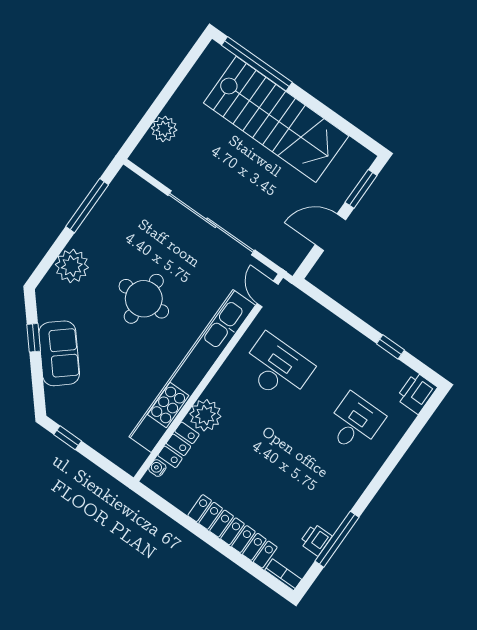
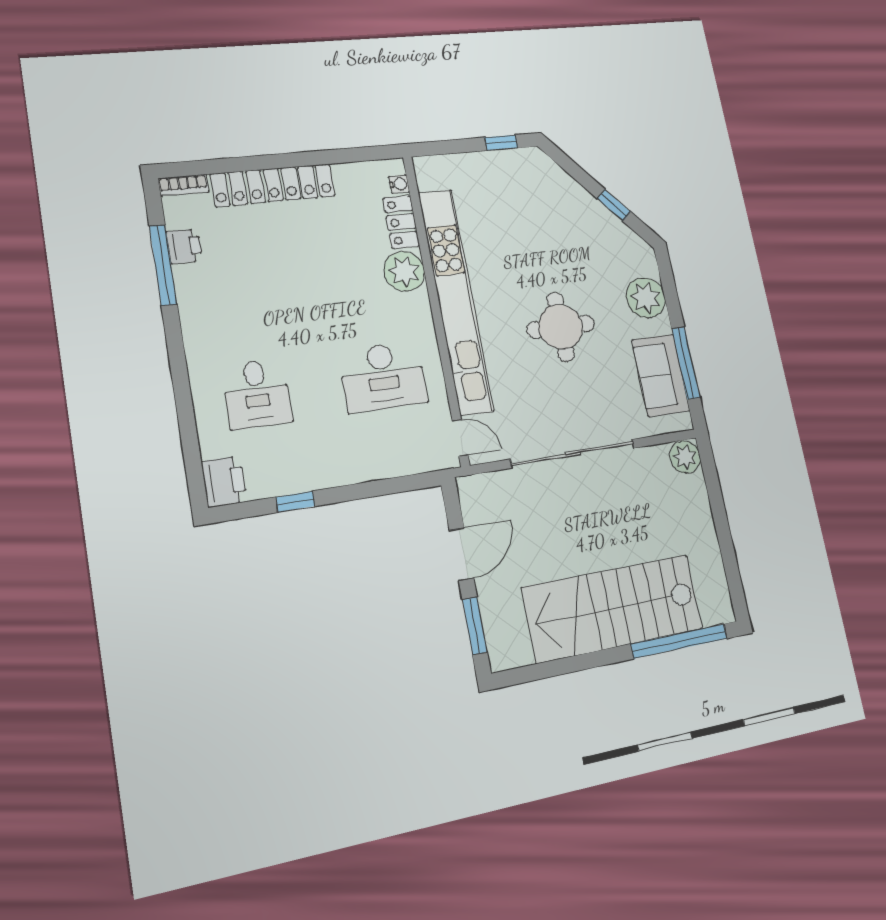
plant: (164, 129) -> (685, 457), moved
sofa: (59, 353) -> (661, 375), moved, turned 40

